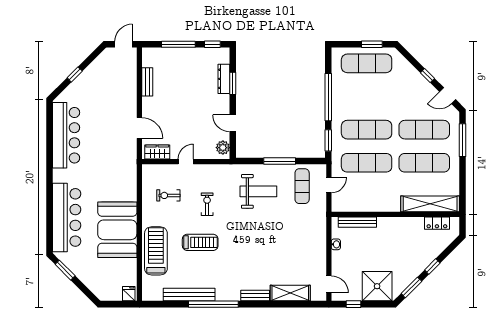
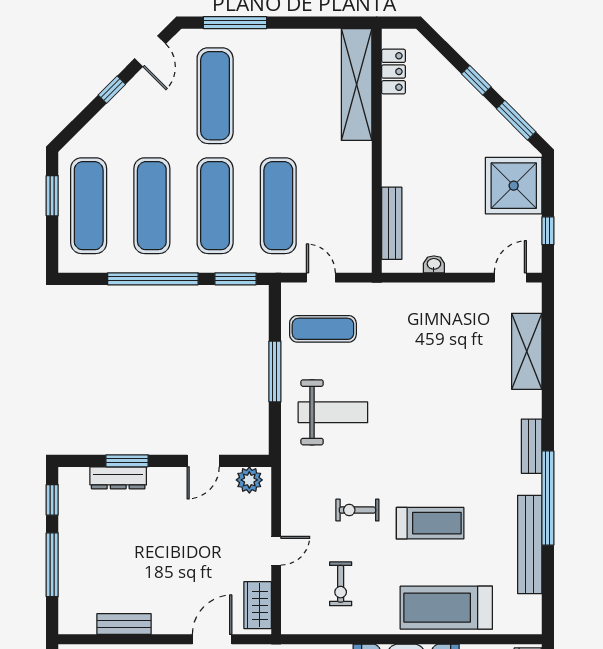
door: (186, 162) -> (276, 551), swing flipped
exercise mat: (424, 163) -> (152, 206), moved
weight bench: (258, 191) -> (333, 412), turned 90
treadmill: (200, 242) -> (430, 523), turned 90
bench: (255, 296) -> (532, 446), moved

